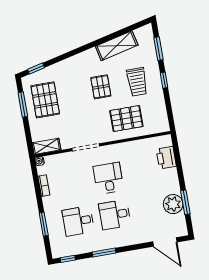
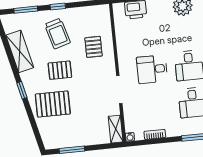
window: (36, 69) -> (22, 90), moved
trolley: (137, 82) -> (57, 33), turned 74
pallet: (45, 100) -> (53, 104), moved
pallet: (126, 119) -> (94, 47), width x0.67, depth x0.71

